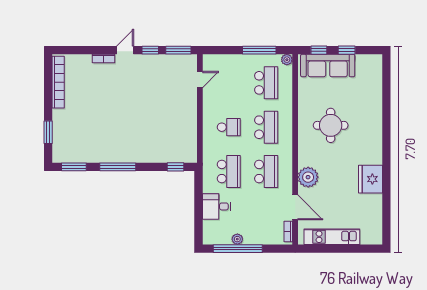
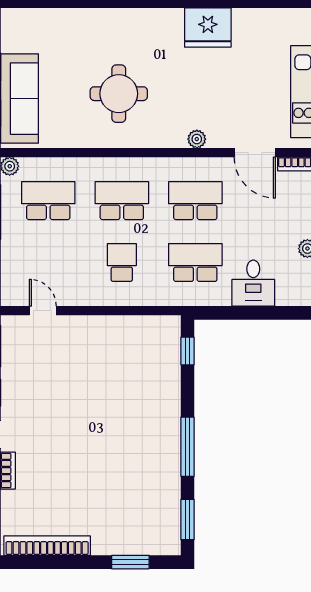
plant: (308, 177) -> (197, 139), width x0.53, depth x0.53
door: (295, 207) -> (255, 153), swing flipped

